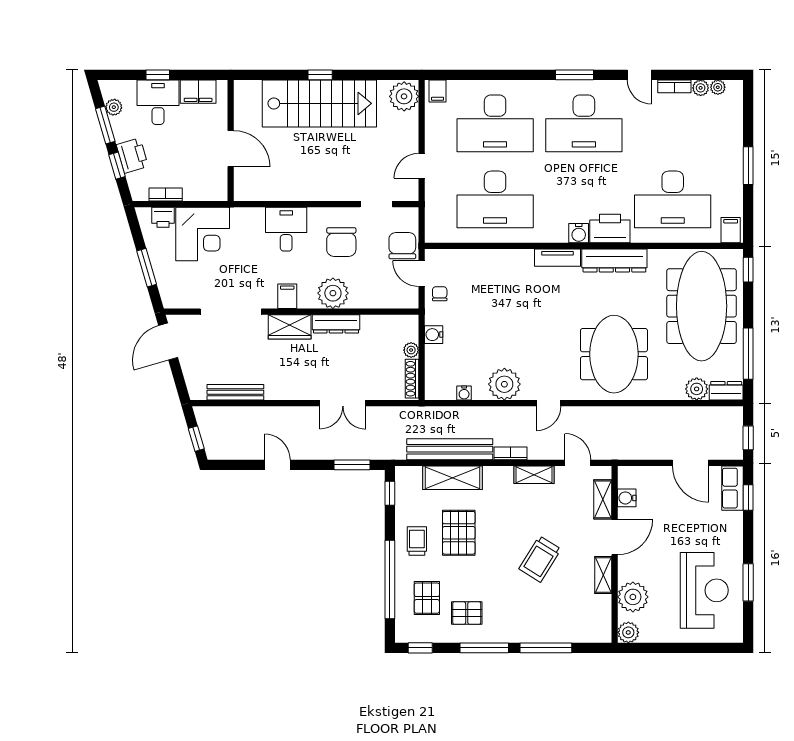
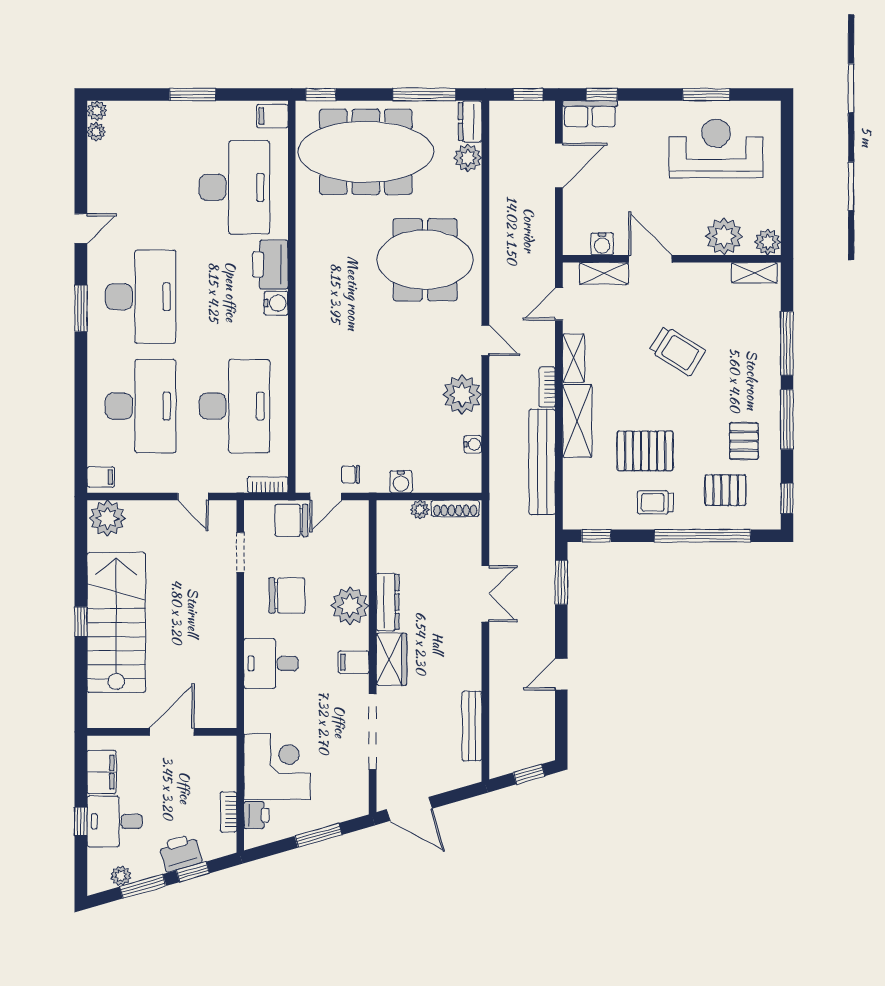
bookcase: (674, 86) -> (268, 485), moved, turned -90
plant: (701, 88) -> (97, 111), moved
tv unit: (558, 258) -> (306, 329), removed
dresser: (614, 261) -> (310, 259), removed
shelving: (453, 478) -> (577, 421), moved
shelving: (603, 575) -> (754, 273), moved

